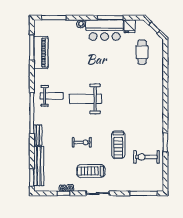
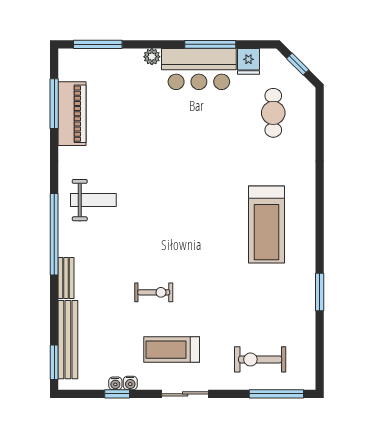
weight bench: (85, 99) -> (161, 206), removed
treadmill: (118, 145) -> (267, 224), moved, width x1.37, depth x1.38
exercise bike: (146, 157) -> (260, 359), moved

